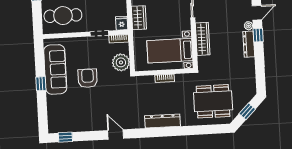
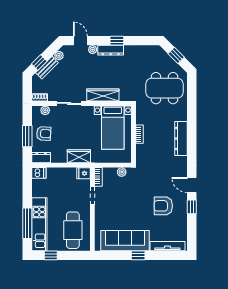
window: (258, 35) -> (117, 41), moved
plant: (121, 62) -> (122, 172), width x0.53, depth x0.53
armchair: (88, 78) -> (163, 206), moved
dining table: (213, 101) -> (165, 88), turned 90
tv unit: (52, 113) -> (167, 246), added
door: (116, 134) -> (192, 185), hinge flipped
window: (65, 137) -> (192, 207), moved

